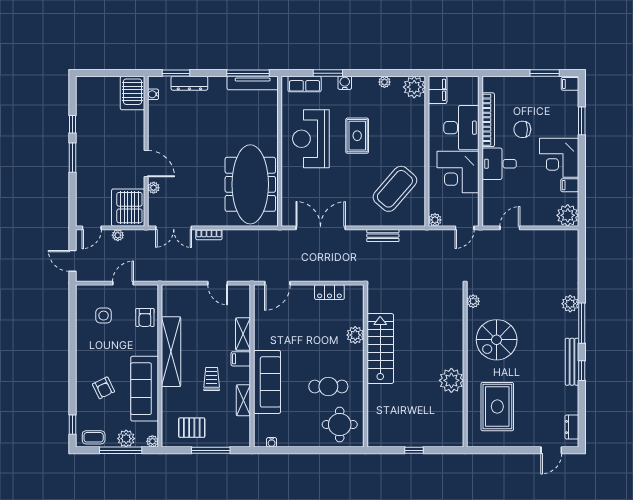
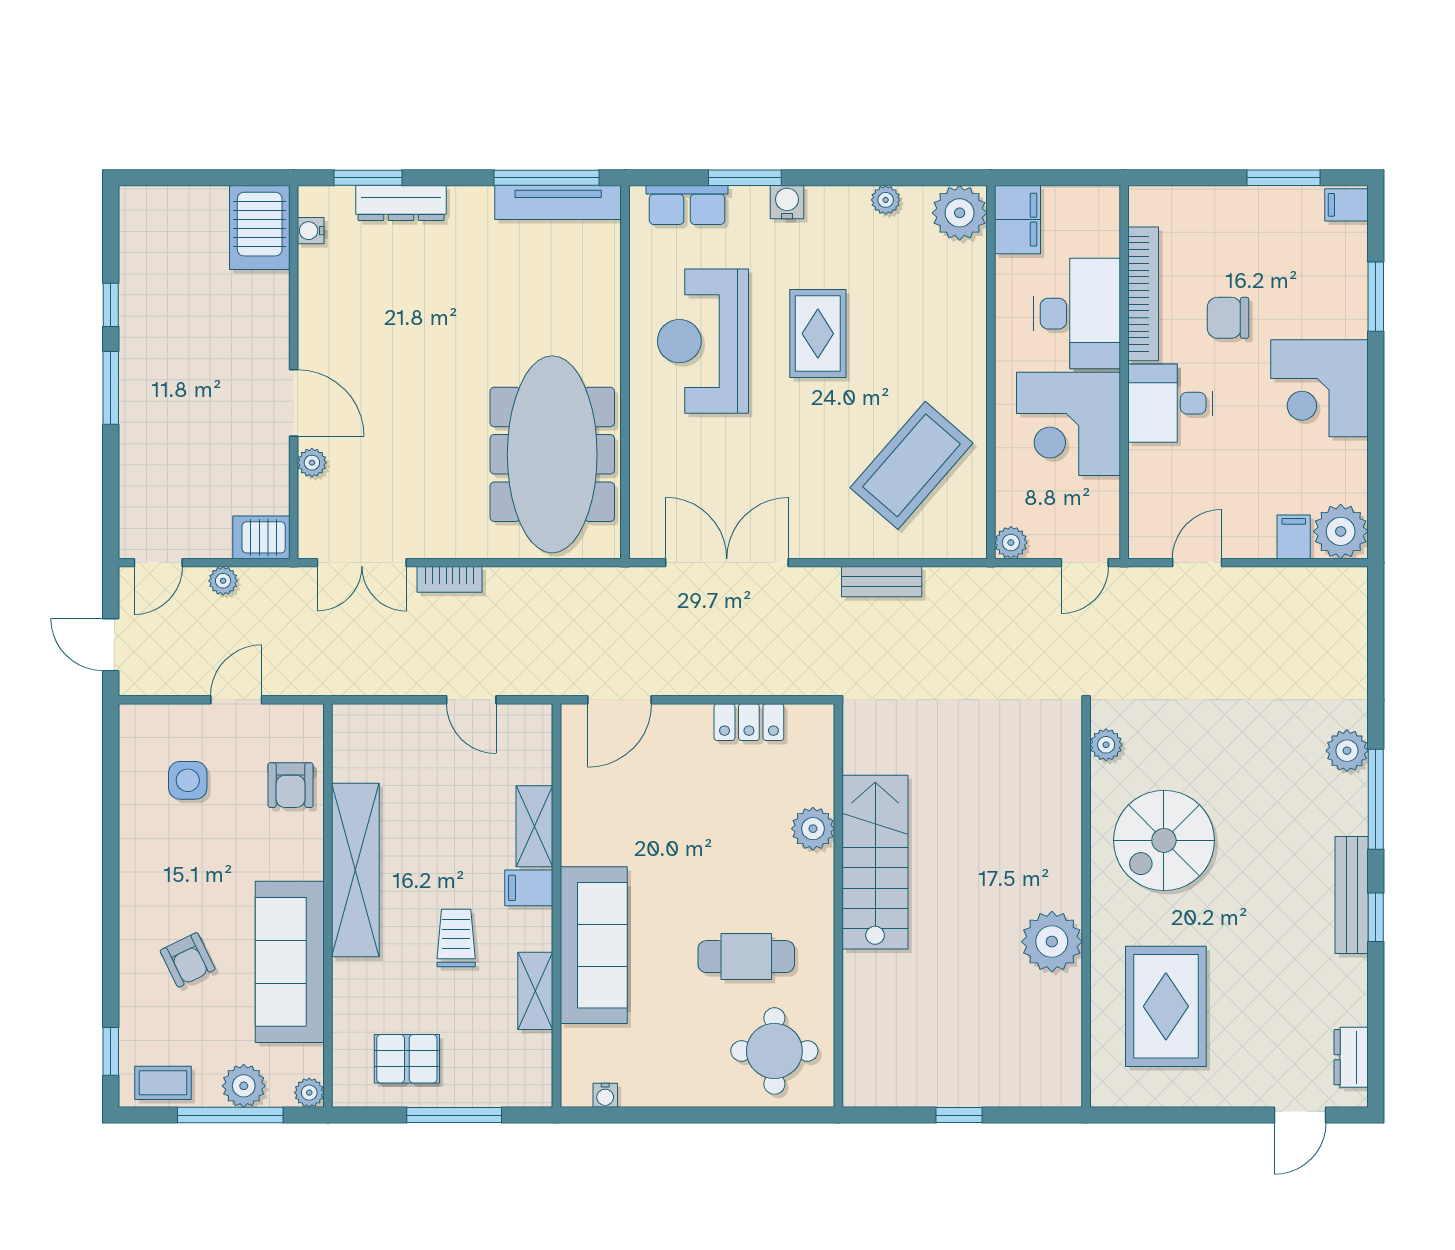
filing cabinet: (570, 185) -> (1294, 537), moved, turned 90
server rack: (128, 208) -> (261, 537), width x0.46, depth x0.70

